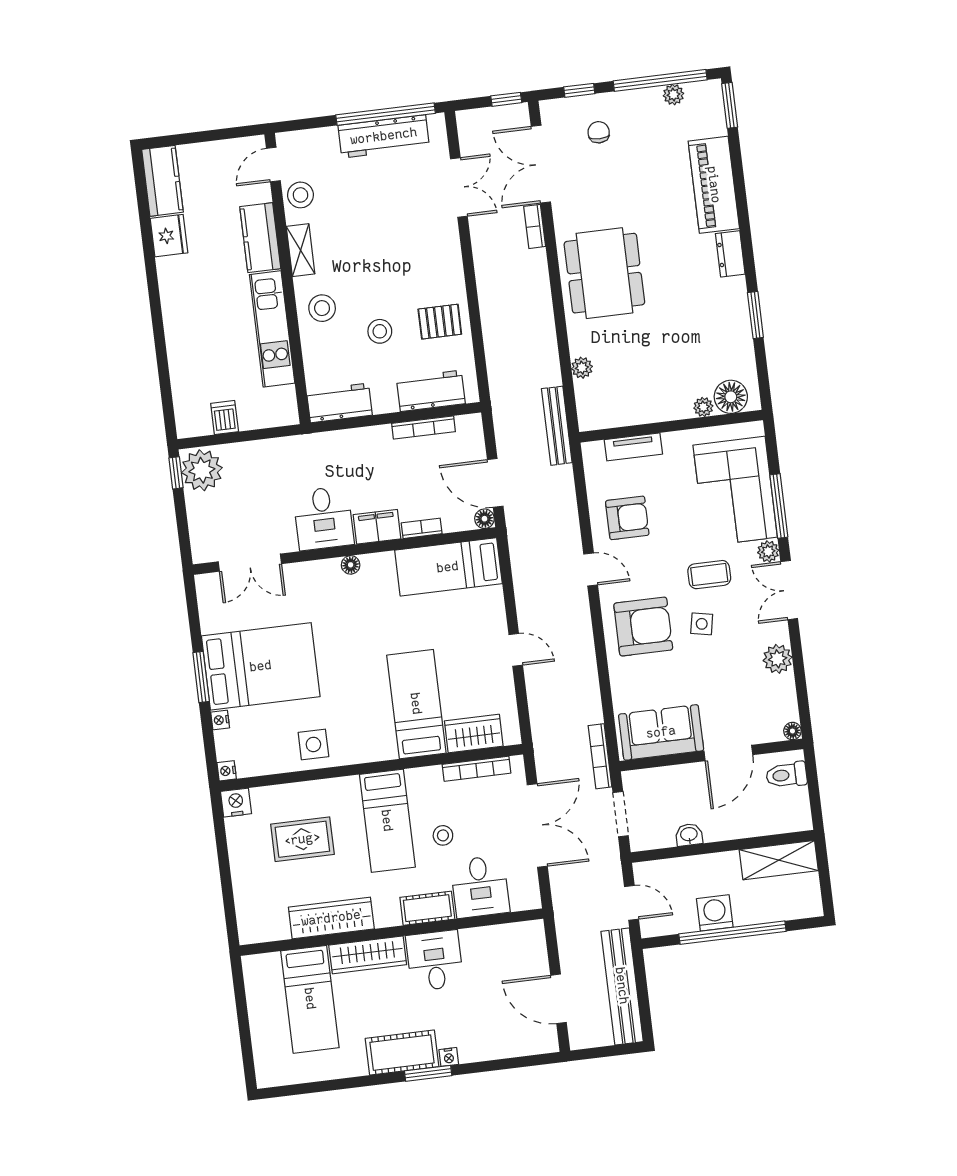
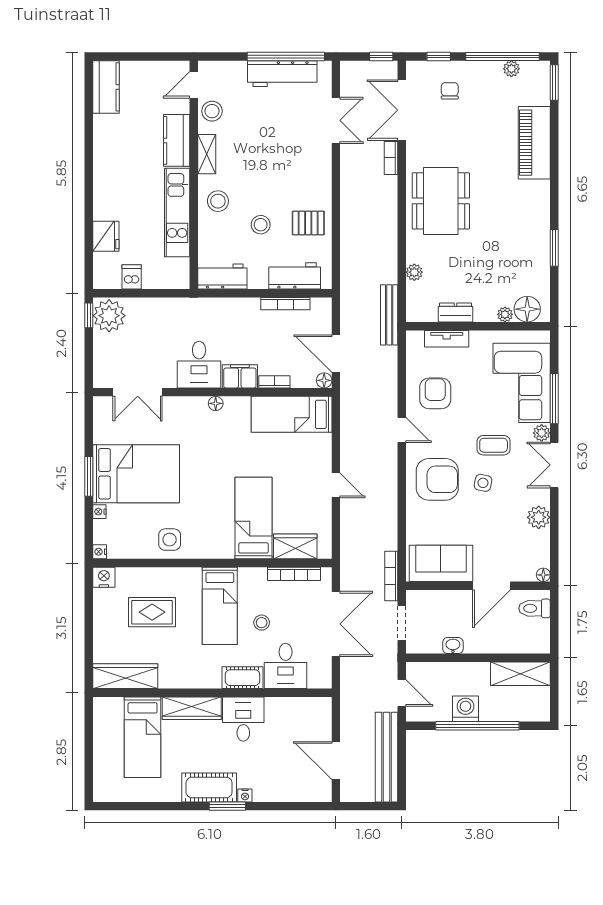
fridge: (169, 236) -> (106, 236), moved
dresser: (730, 254) -> (456, 312), moved, turned 90
armchair: (627, 518) -> (435, 393), turned -90
wardrobe: (331, 918) -> (125, 676), moved

